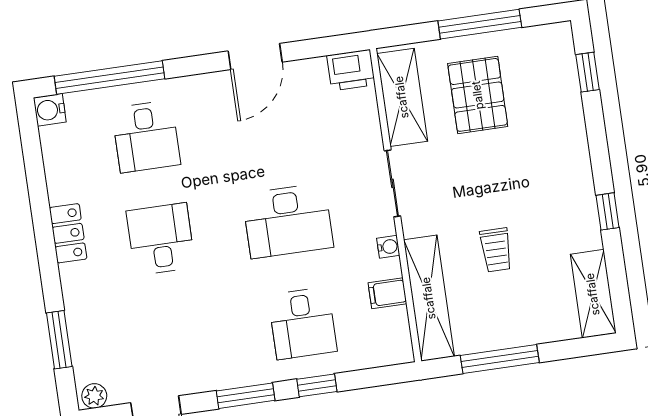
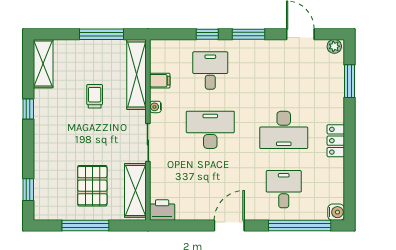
door: (255, 57) -> (229, 226), moved
desk: (161, 239) -> (284, 130), width x1.37

